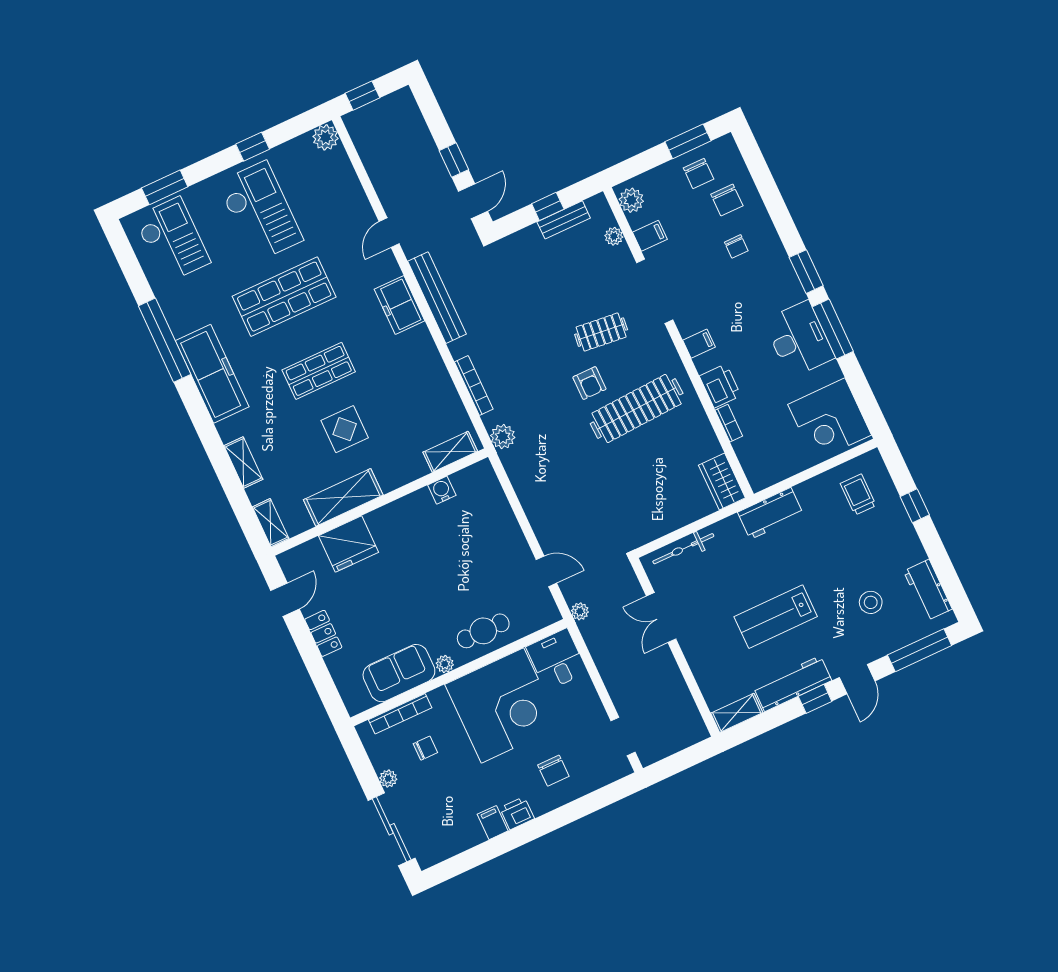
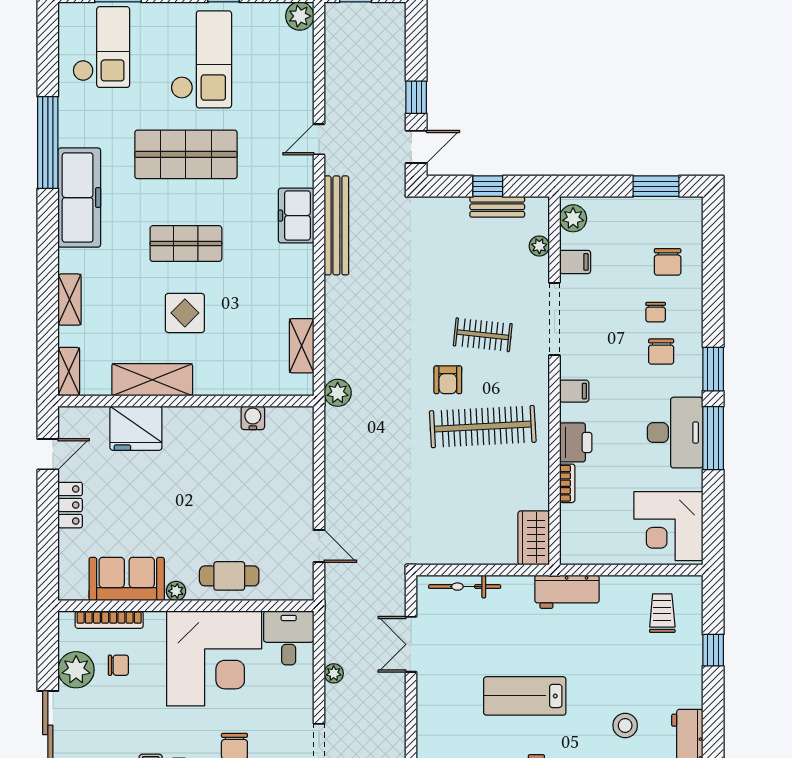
chair: (699, 173) -> (661, 352), moved
bookcase: (474, 386) -> (332, 329), removed
shelving: (450, 452) -> (302, 346), moved, turned 90
plant: (580, 611) -> (334, 673), moved
plant: (388, 779) -> (76, 670), width x1.87, depth x1.87

